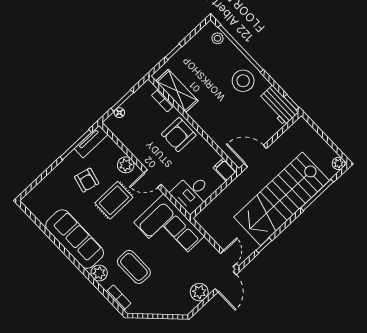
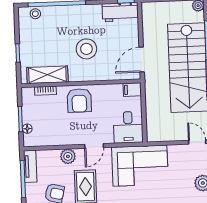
stool: (243, 81) -> (86, 49), moved

